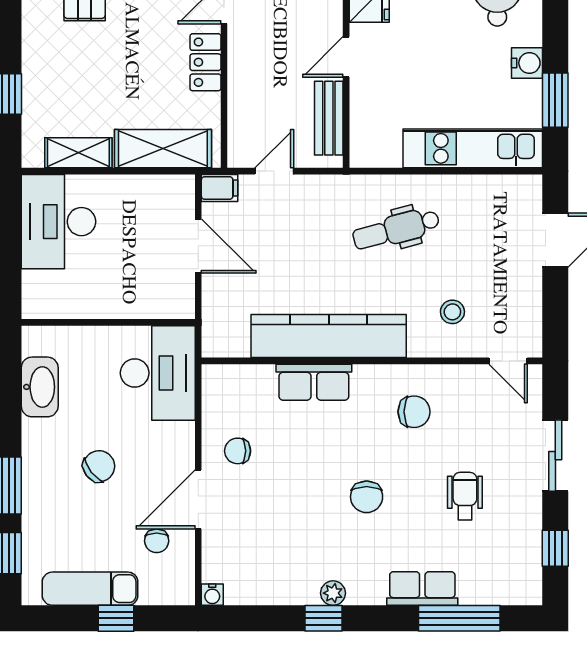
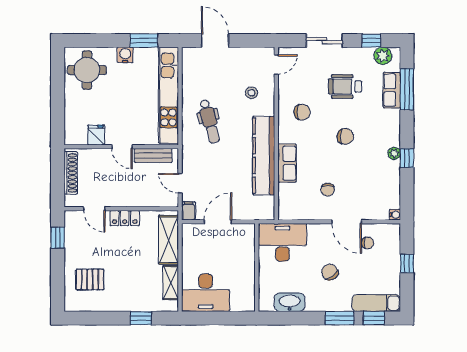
kitchen unit: (473, 148) -> (168, 95), width x1.36
chair: (414, 412) -> (302, 112), turned 90
chair: (238, 451) -> (328, 190), moved
wheelchair: (465, 496) -> (345, 86), width x1.36, depth x1.37
plant: (525, 571) -> (383, 56), added
row of seats: (422, 588) -> (392, 90), moved
exam couch: (90, 589) -> (376, 303), moved, turned 90

